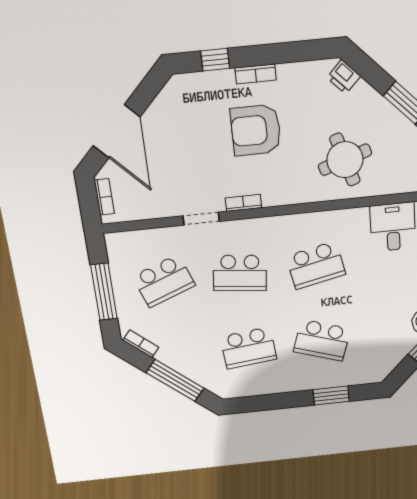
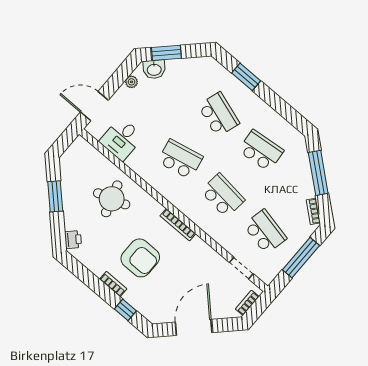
door: (117, 131) -> (194, 327), moved
bookcase: (243, 203) -> (178, 225), width x1.56
doorway: (201, 219) -> (241, 268), moved
school desk: (164, 281) -> (265, 232), turned 33

